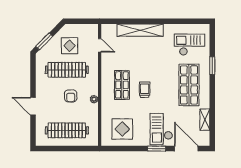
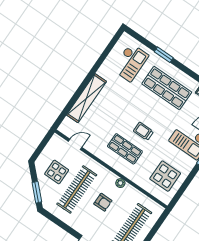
checkout: (189, 45) -> (130, 62), turned 180

